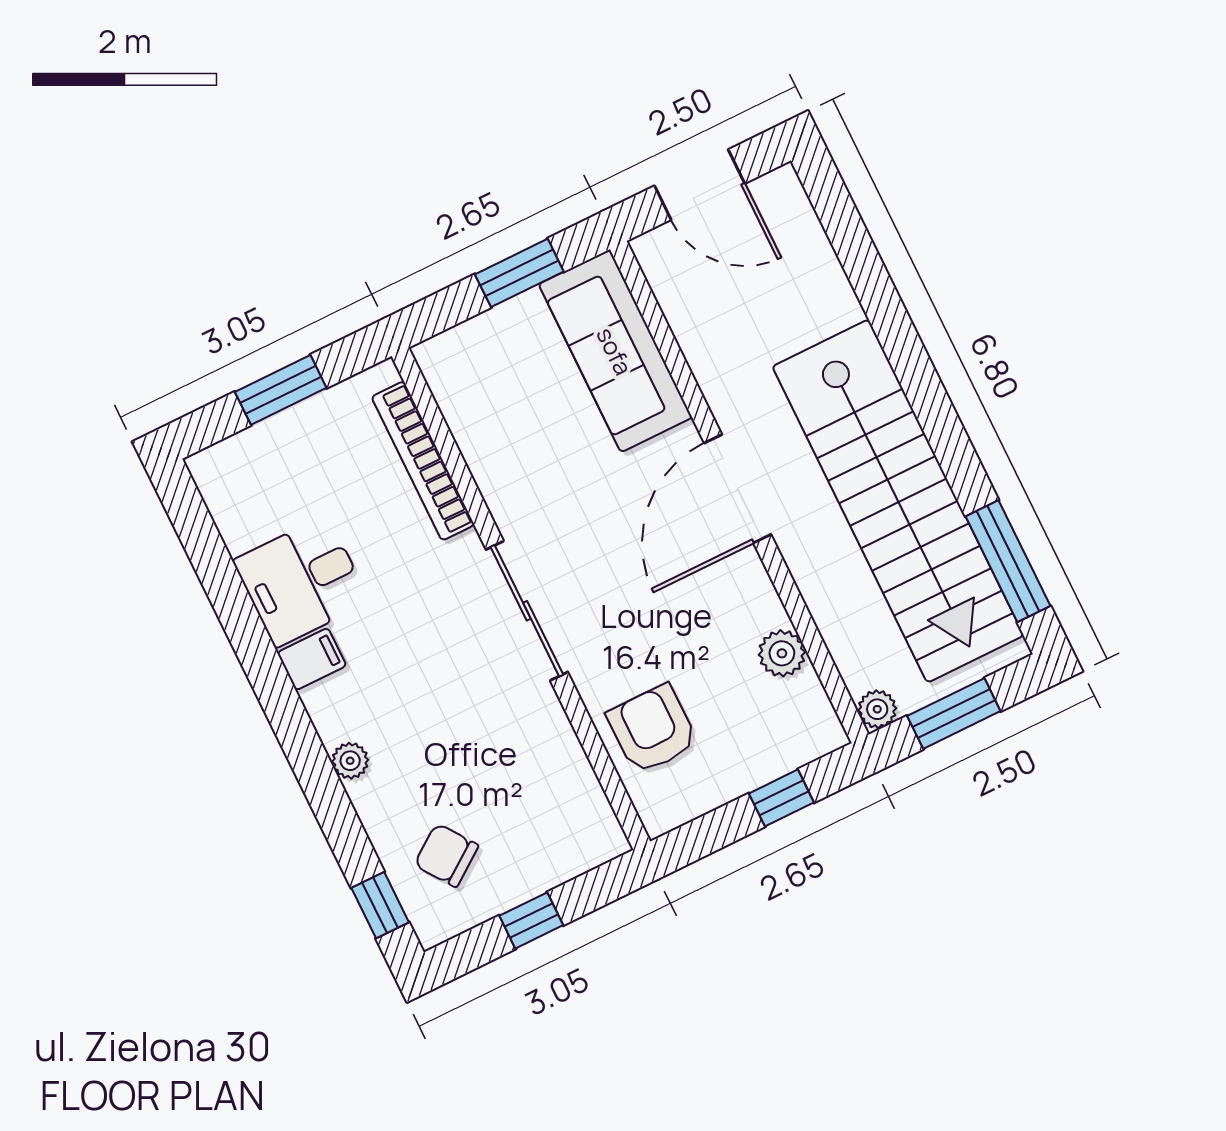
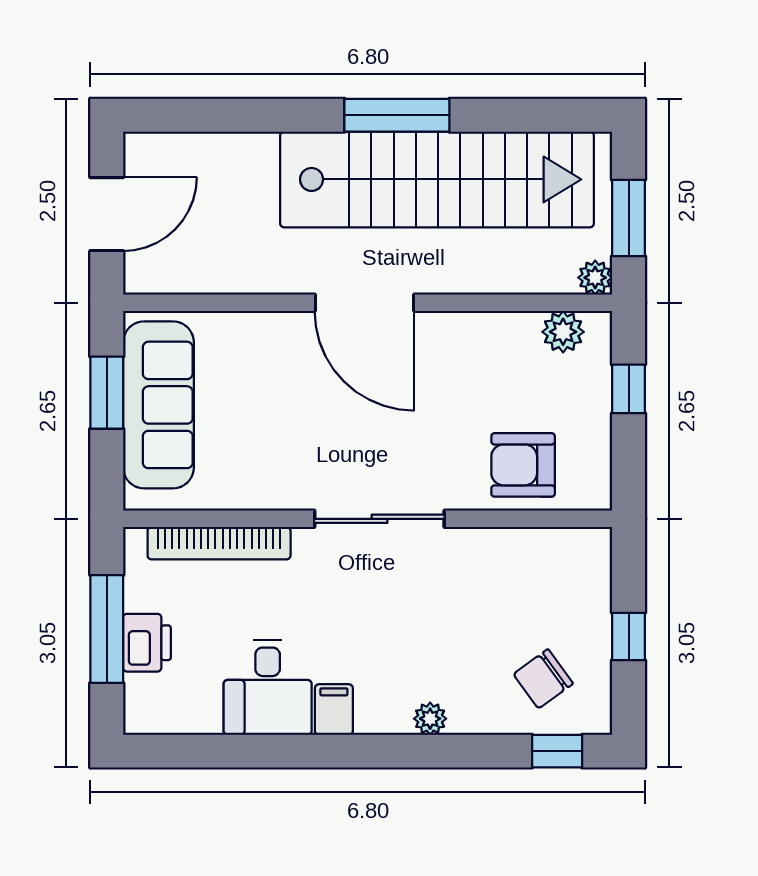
sofa: (615, 351) -> (159, 405), moved, turned -90
window: (281, 390) -> (107, 629), width x1.44
printer: (287, 437) -> (147, 643), added
window: (1008, 561) -> (397, 115), moved
plant: (782, 653) -> (563, 332), moved

